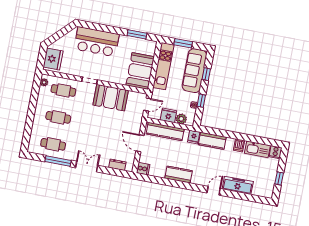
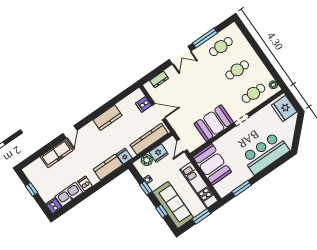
cooker: (143, 169) -> (144, 104), moved

